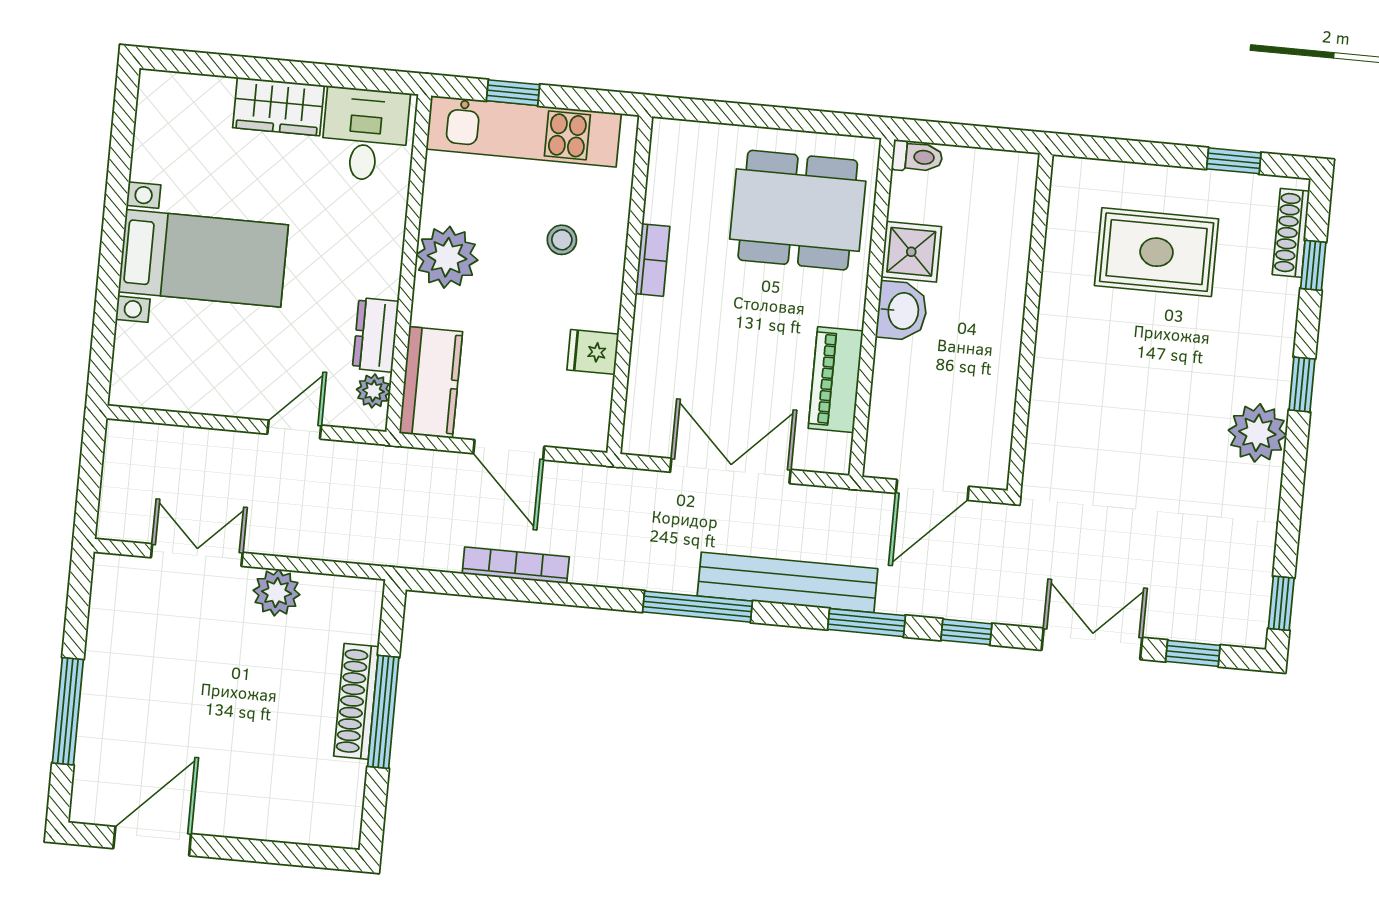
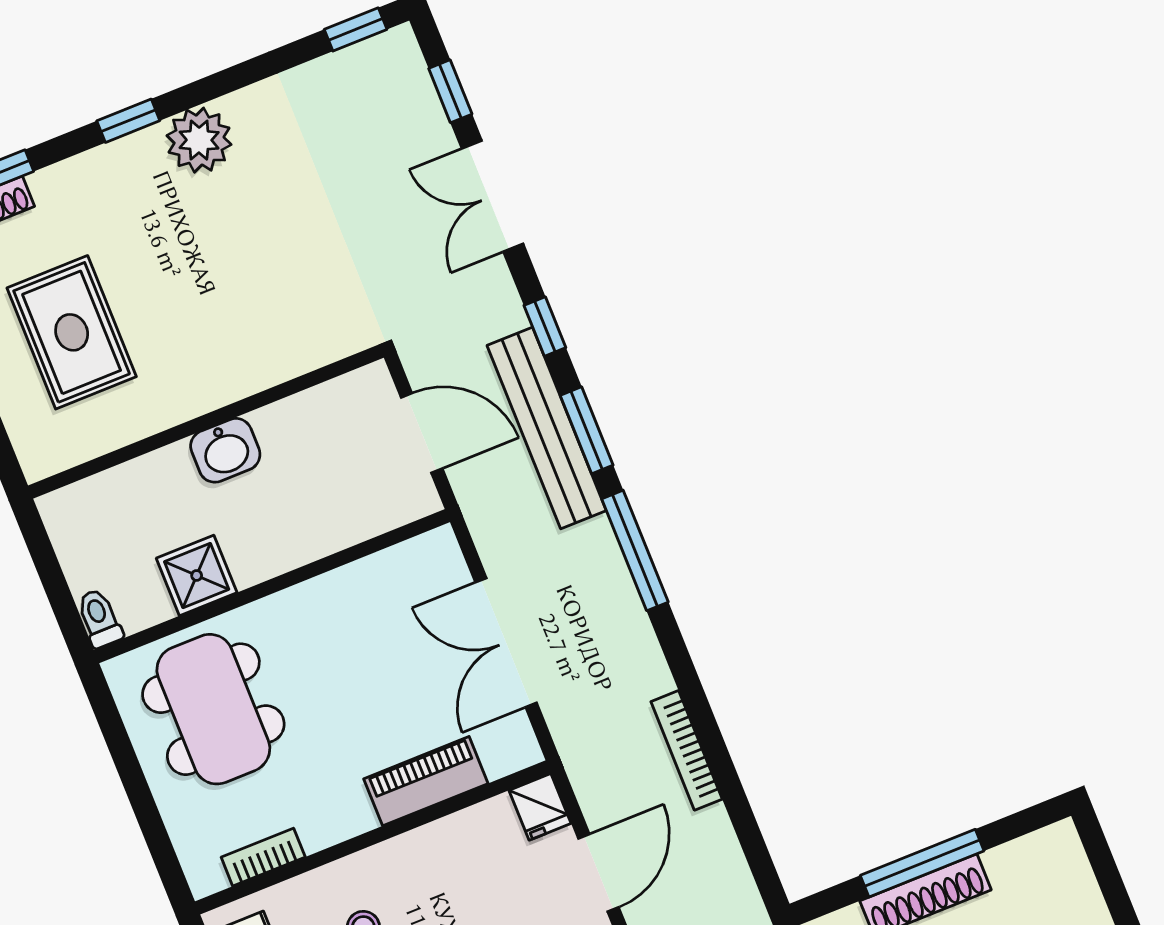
bookcase: (653, 260) -> (263, 857), moved
washbasin: (902, 311) -> (225, 450), moved, turned 180
fridge: (593, 352) -> (540, 807), moved
piano: (836, 380) -> (426, 781), moved, turned 180
bookcase: (516, 565) -> (687, 750), moved
bench: (788, 582) -> (547, 428), moved
window: (698, 607) -> (635, 550), moved

